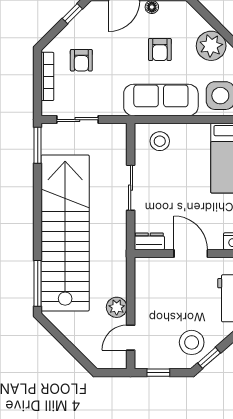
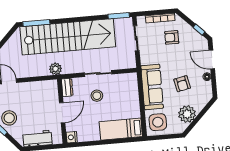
armchair: (160, 50) -> (182, 84), turned -102
stool: (160, 141) -> (97, 96), moved
plant: (117, 307) -> (56, 69), moved

